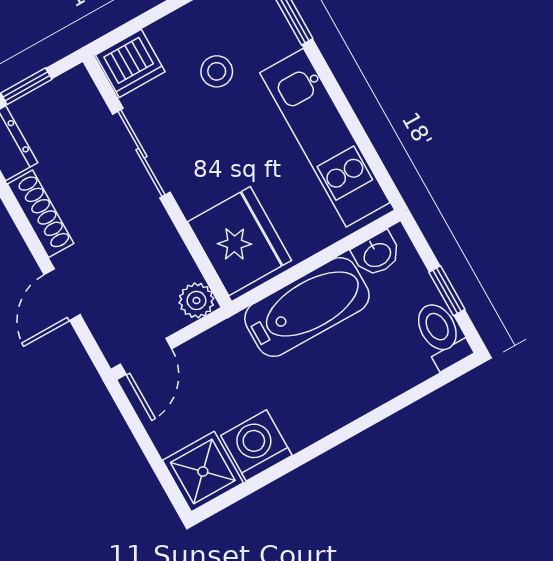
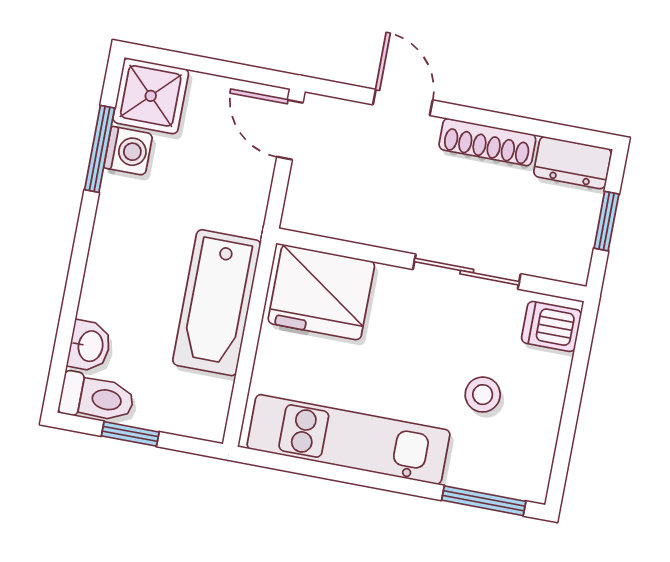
dishwasher: (130, 63) -> (551, 326), width x0.73
washbasin: (377, 254) -> (89, 346), moved, turned 180
plant: (196, 300) -> (301, 213), removed
washing machine: (256, 445) -> (128, 151), width x0.73, depth x0.73
window: (269, 476) -> (100, 149), added

